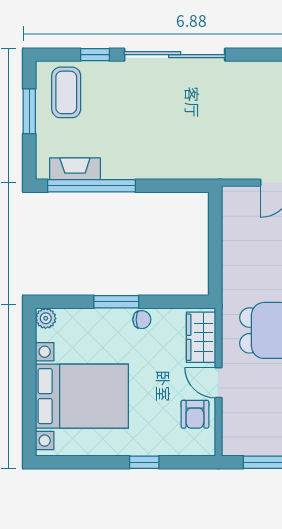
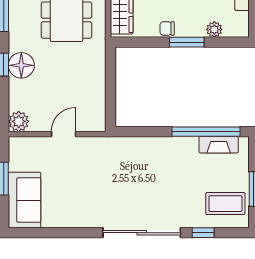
coffee table: (66, 92) -> (225, 204), turned 90
plant: (46, 318) -> (214, 29), moved

